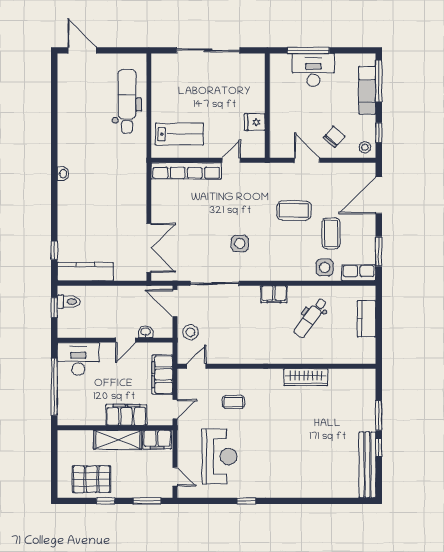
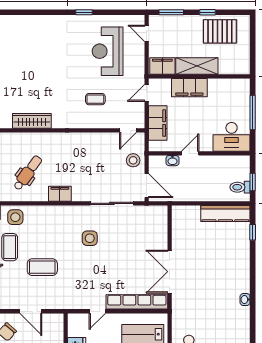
double door: (149, 248) -> (170, 272), moved
window: (54, 387) -> (253, 113), width x0.68

